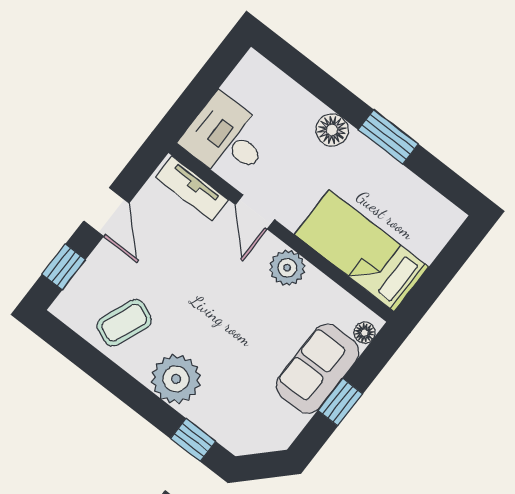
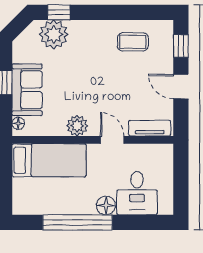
window: (388, 137) -> (77, 222), width x2.11
desk: (227, 138) -> (137, 193), moved, turned 90
coffee table: (124, 323) -> (133, 42), turned 68
plant: (176, 379) -> (54, 34), moved

